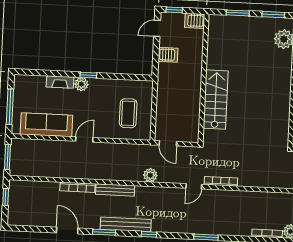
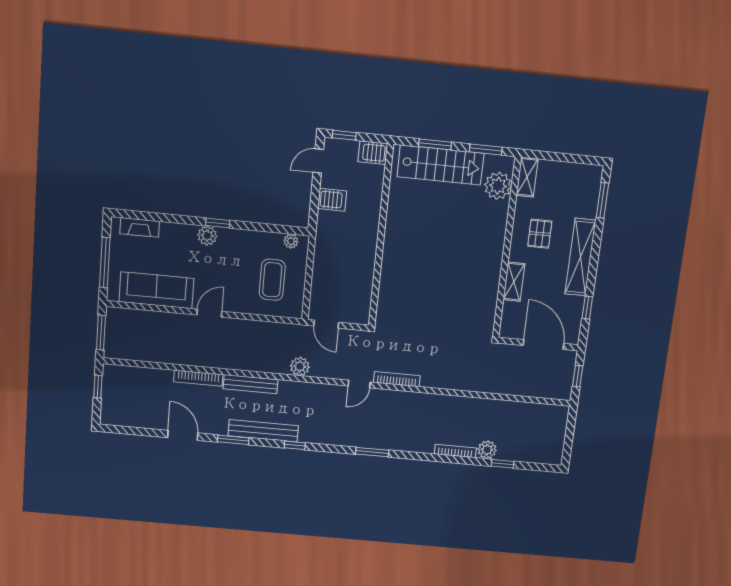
fireplace: (60, 82) -> (140, 227), moved
plant: (140, 85) -> (291, 241), added
stairs: (216, 100) -> (441, 165), moved, turned 90

